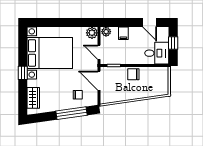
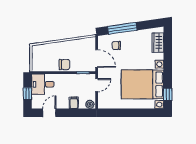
door: (150, 23) -> (49, 113), hinge flipped
plant: (92, 33) -> (103, 103), removed
door: (99, 52) -> (97, 85), hinge flipped
window: (23, 73) -> (168, 94), moved

